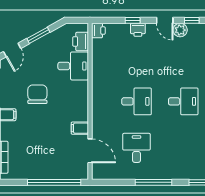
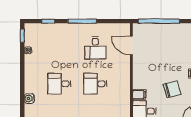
chair: (37, 94) -> (172, 89), turned -105
filing cabinet: (80, 128) -> (139, 95), moved

